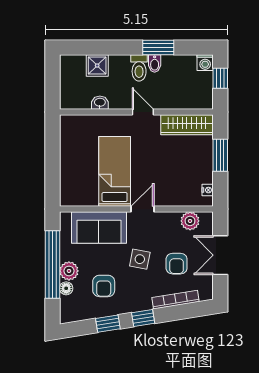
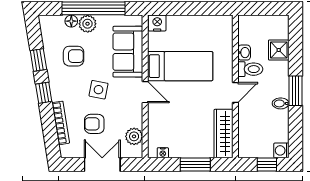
window: (158, 48) -> (295, 91), moved
toilet: (139, 68) -> (250, 69), moved, turned 180
nightstand: (68, 196) -> (157, 23), added
armchair: (104, 286) -> (74, 56), turned 180

